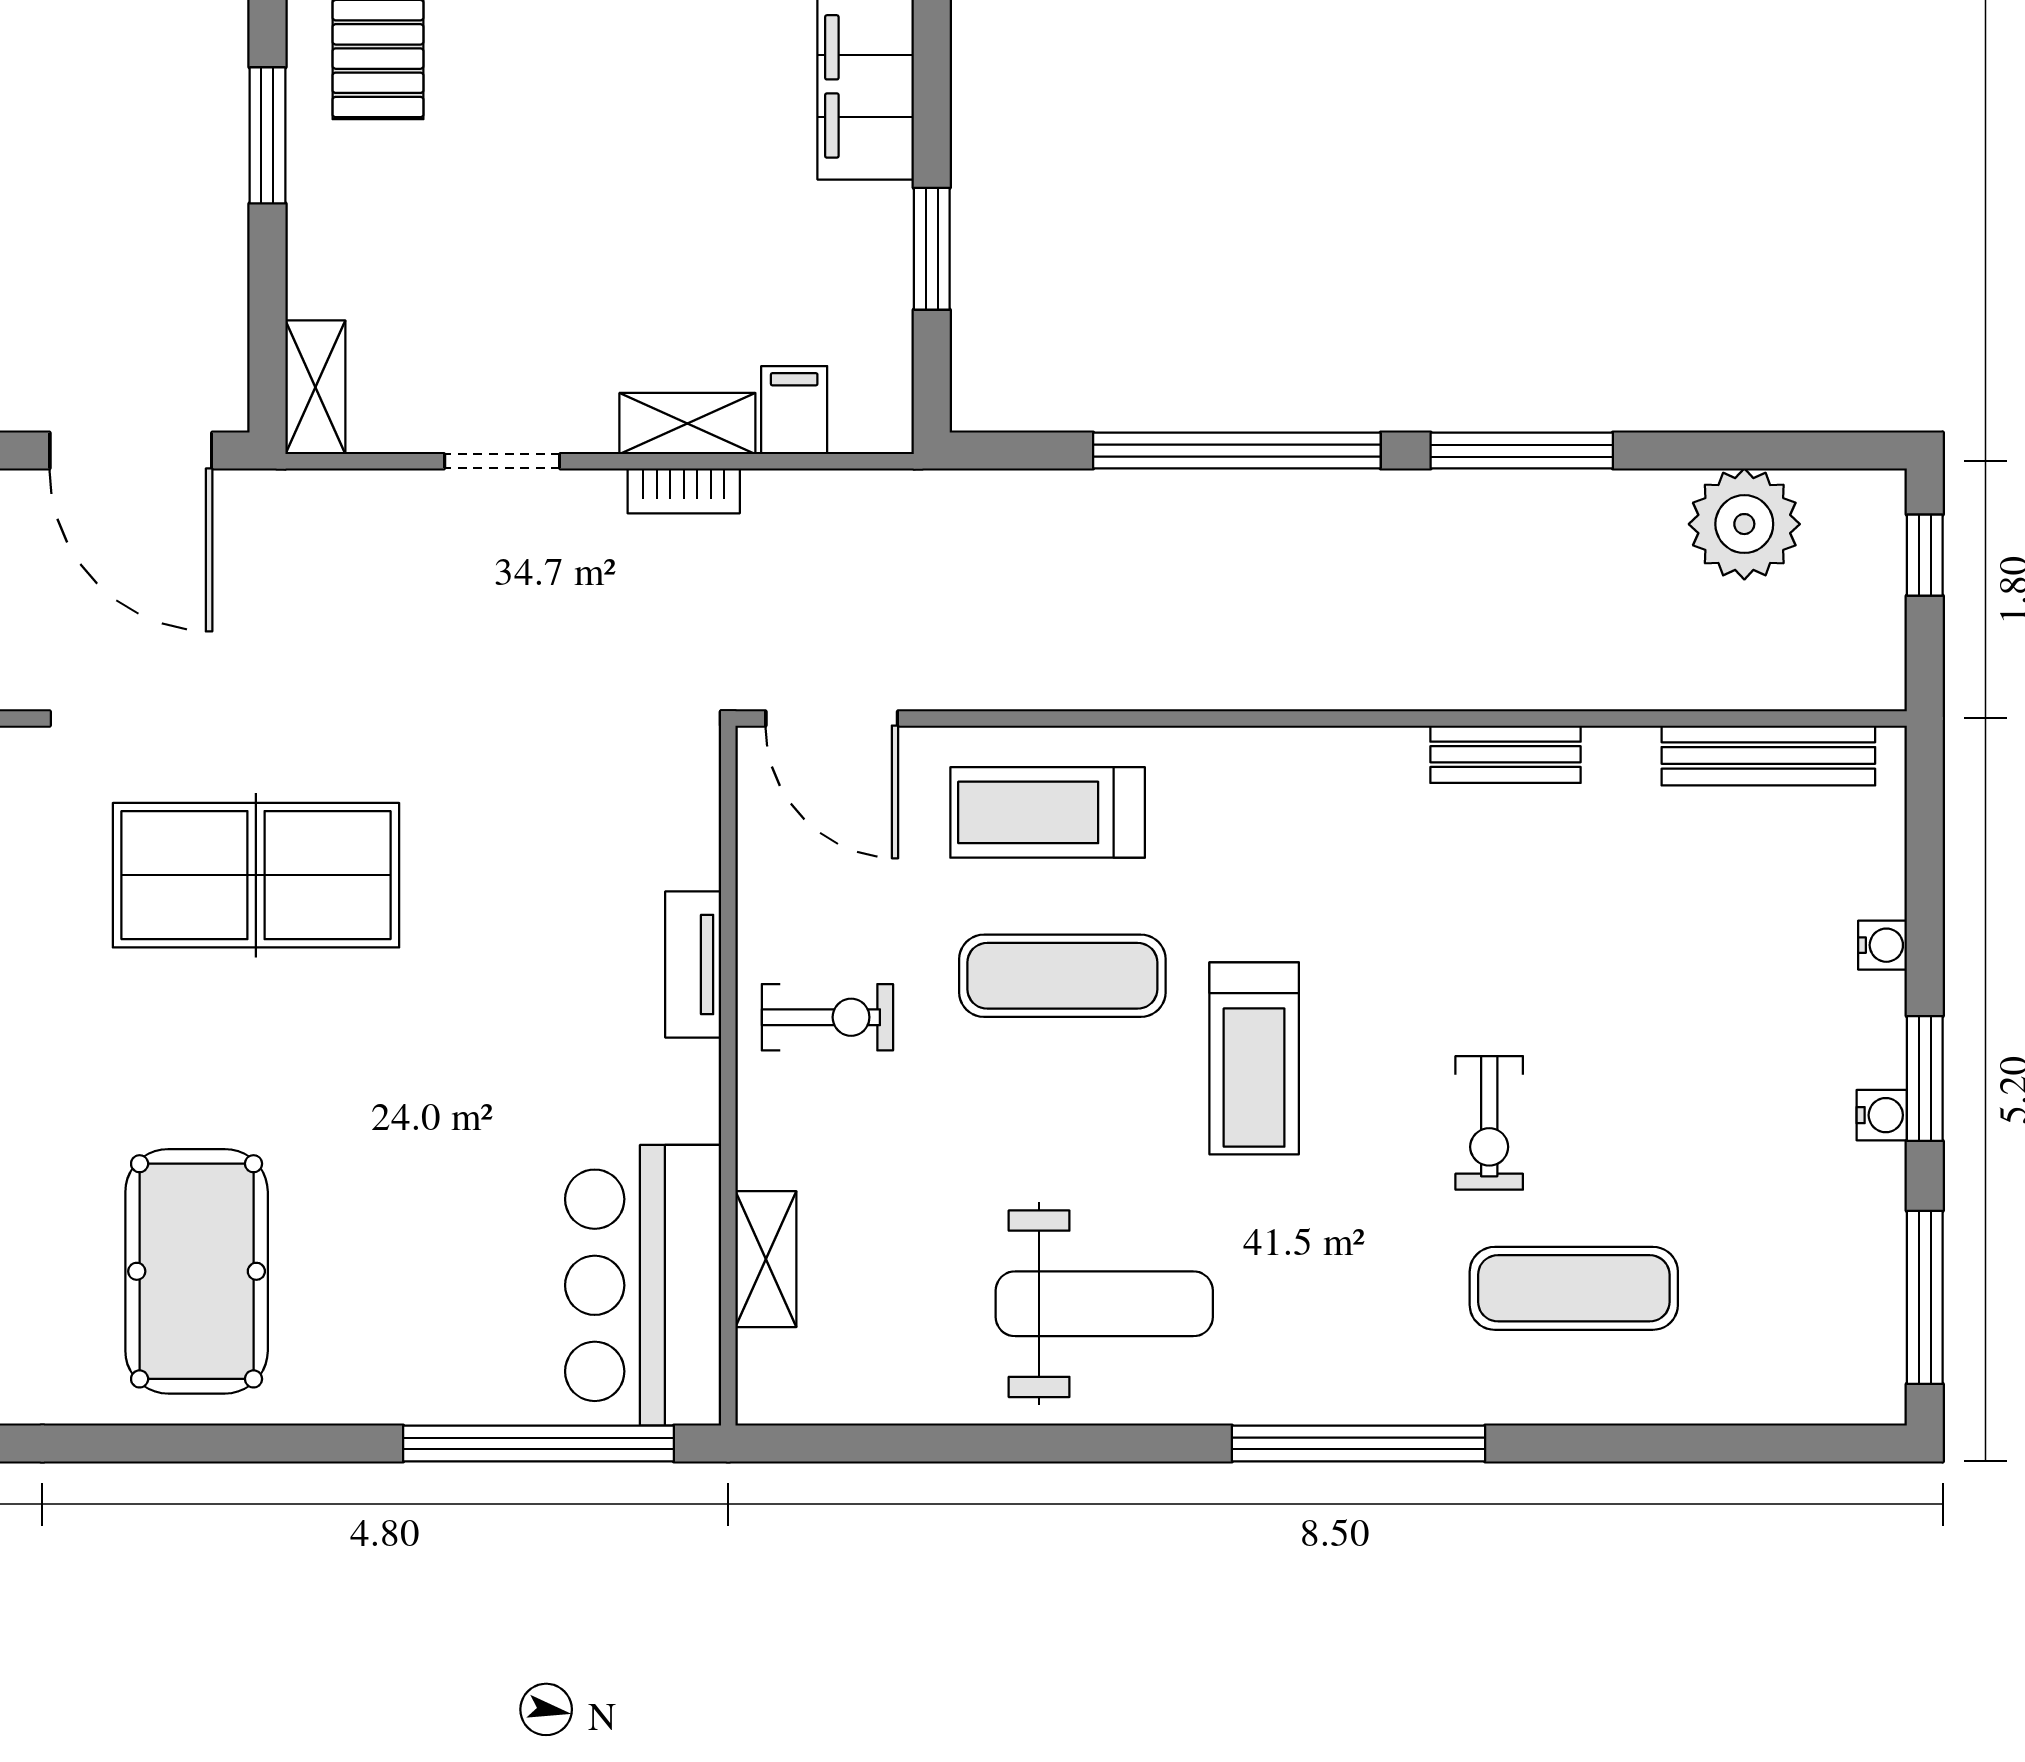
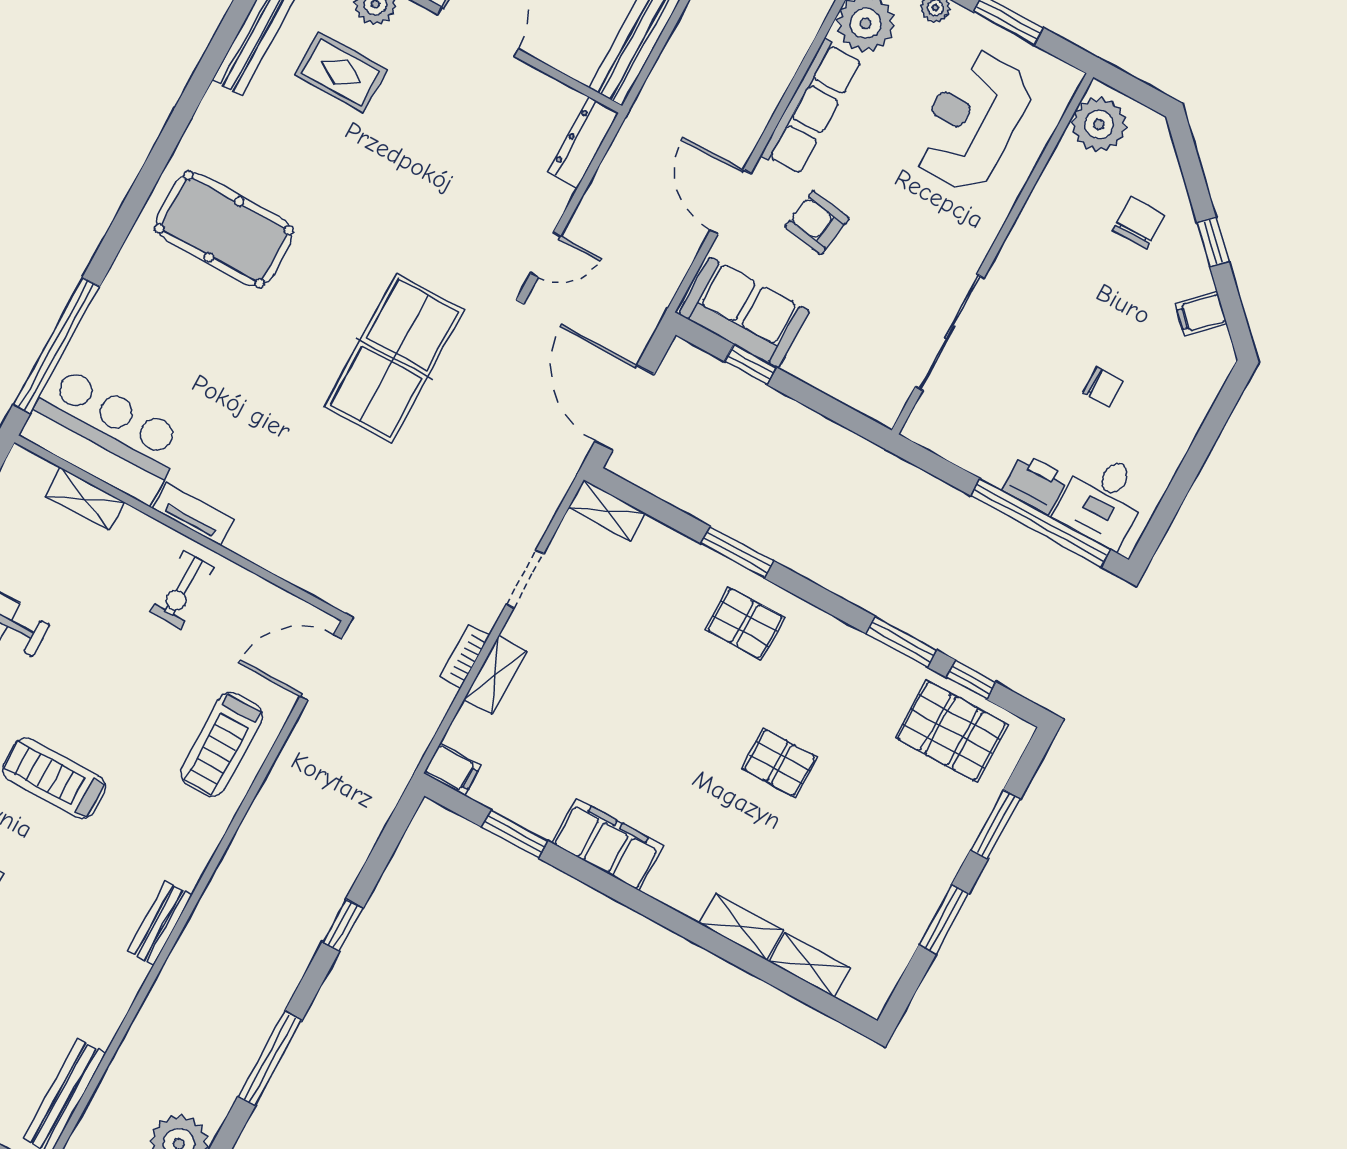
filing cabinet: (794, 410) -> (452, 769), moved
door: (131, 451) -> (625, 408), hinge flipped
window: (1237, 451) -> (343, 925), width x0.32
bench: (1505, 754) -> (160, 923), moved
treadmill: (1048, 812) -> (222, 744), turned 180
tv unit: (693, 964) -> (193, 514), moved
exercise mat: (1062, 976) -> (142, 710), removed

